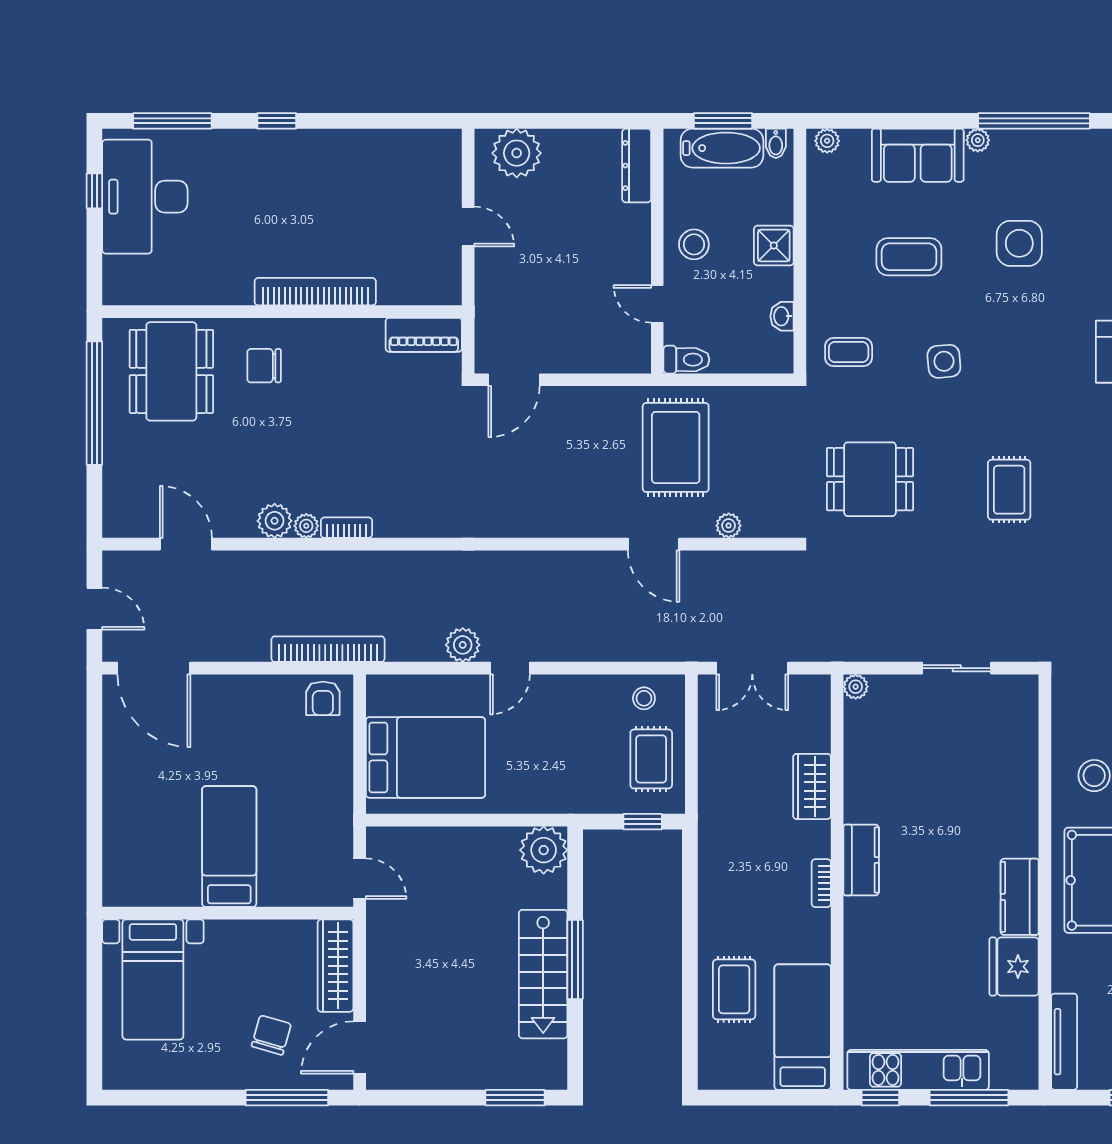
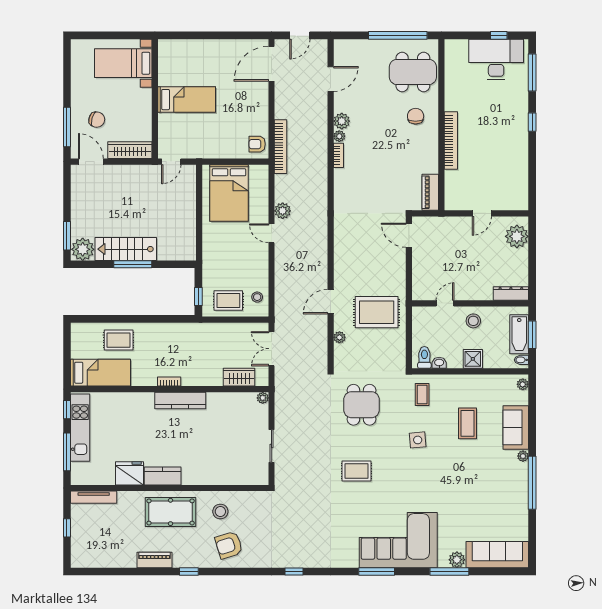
side table: (1019, 243) -> (474, 476), removed
toilet: (686, 360) -> (424, 357), moved, turned 180
wardrobe: (812, 786) -> (239, 377), moved
plant: (544, 850) -> (83, 249), moved
kitchen counter: (861, 860) -> (180, 400), width x1.50

